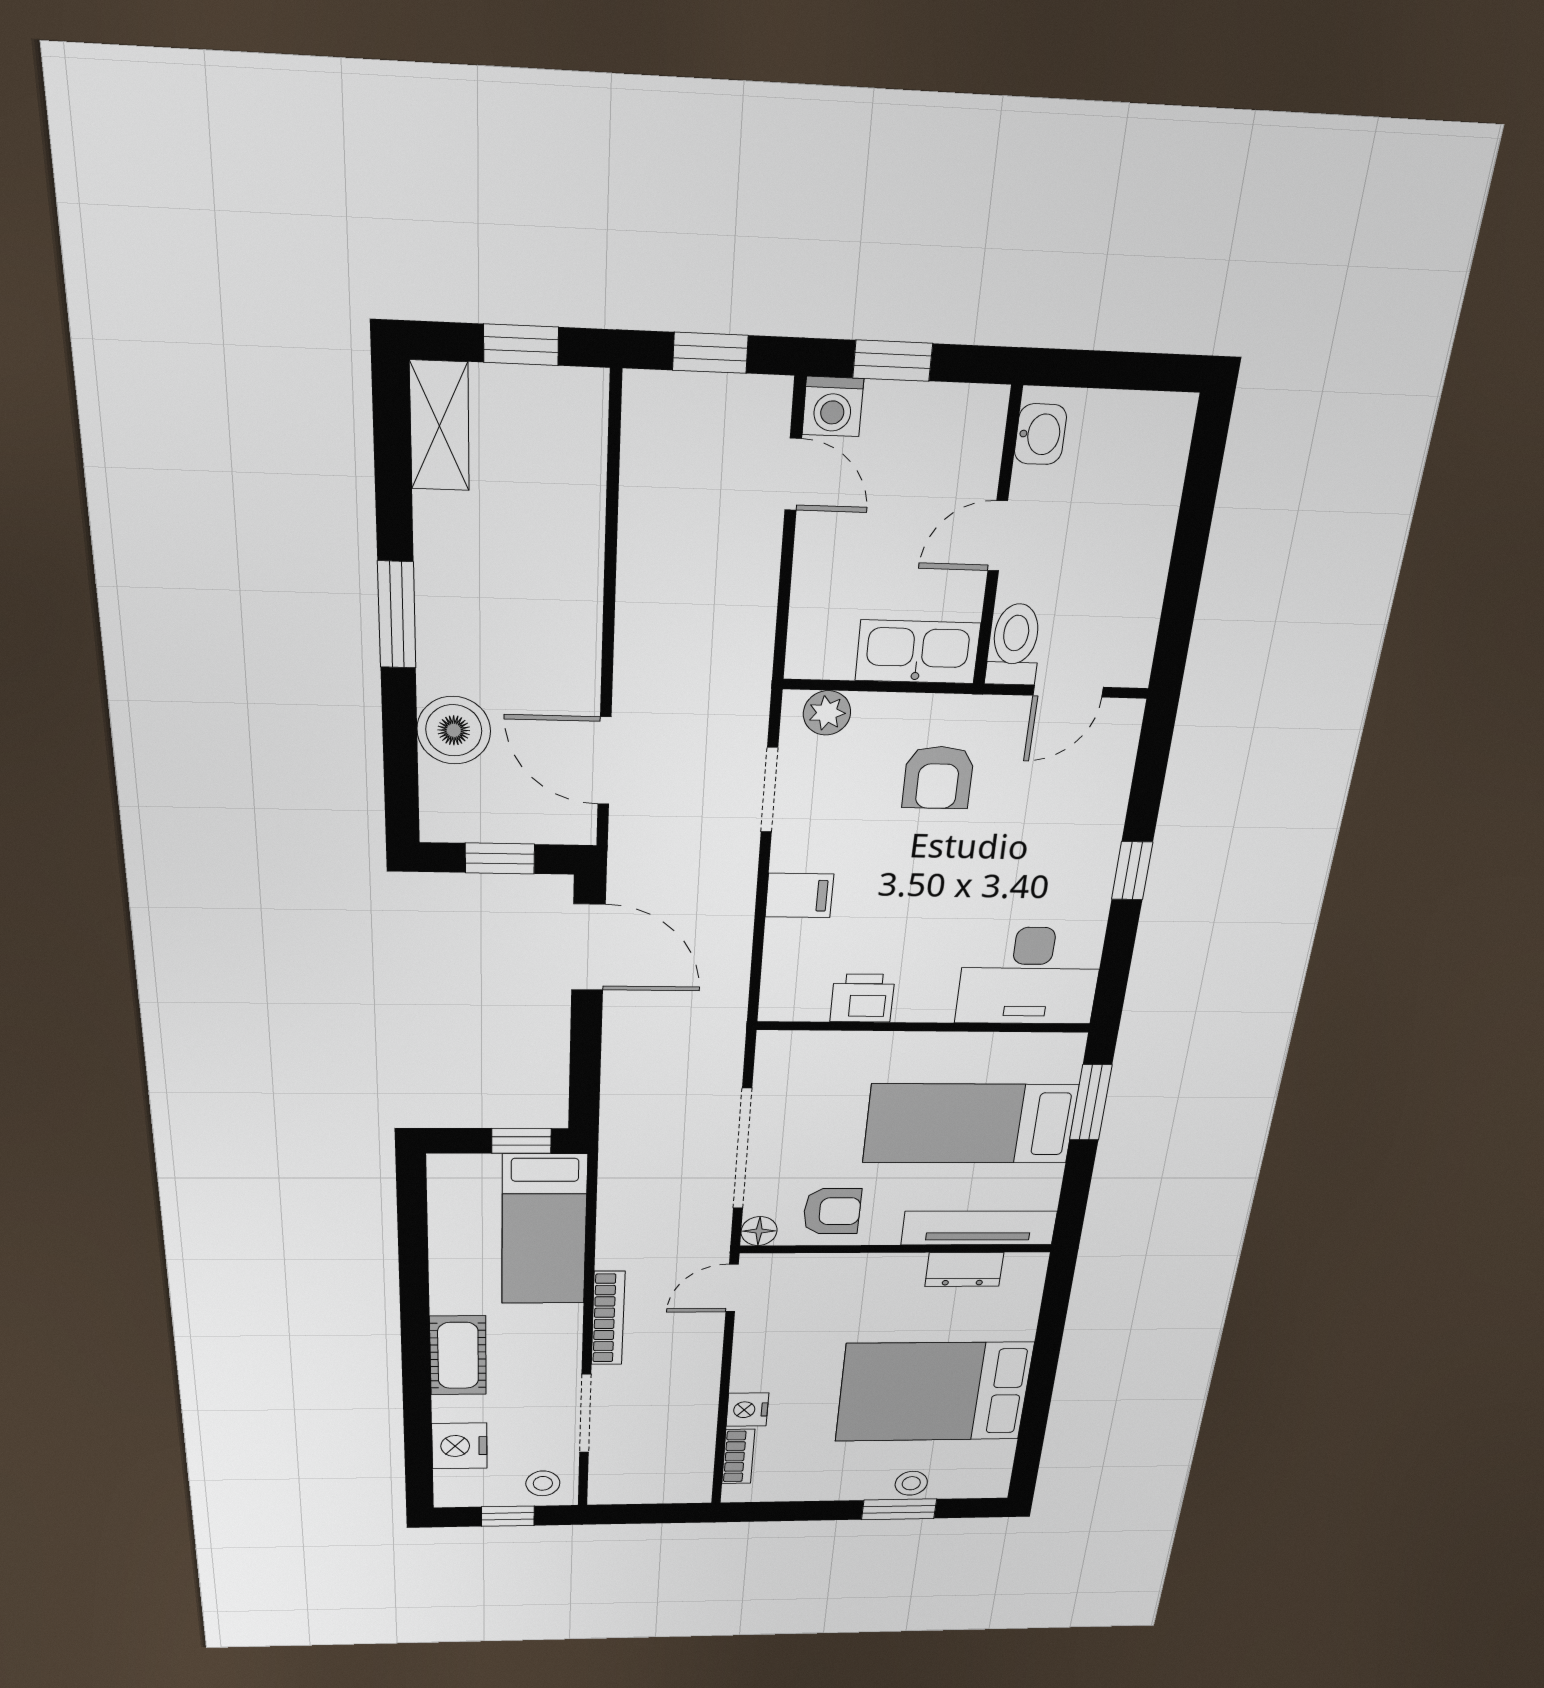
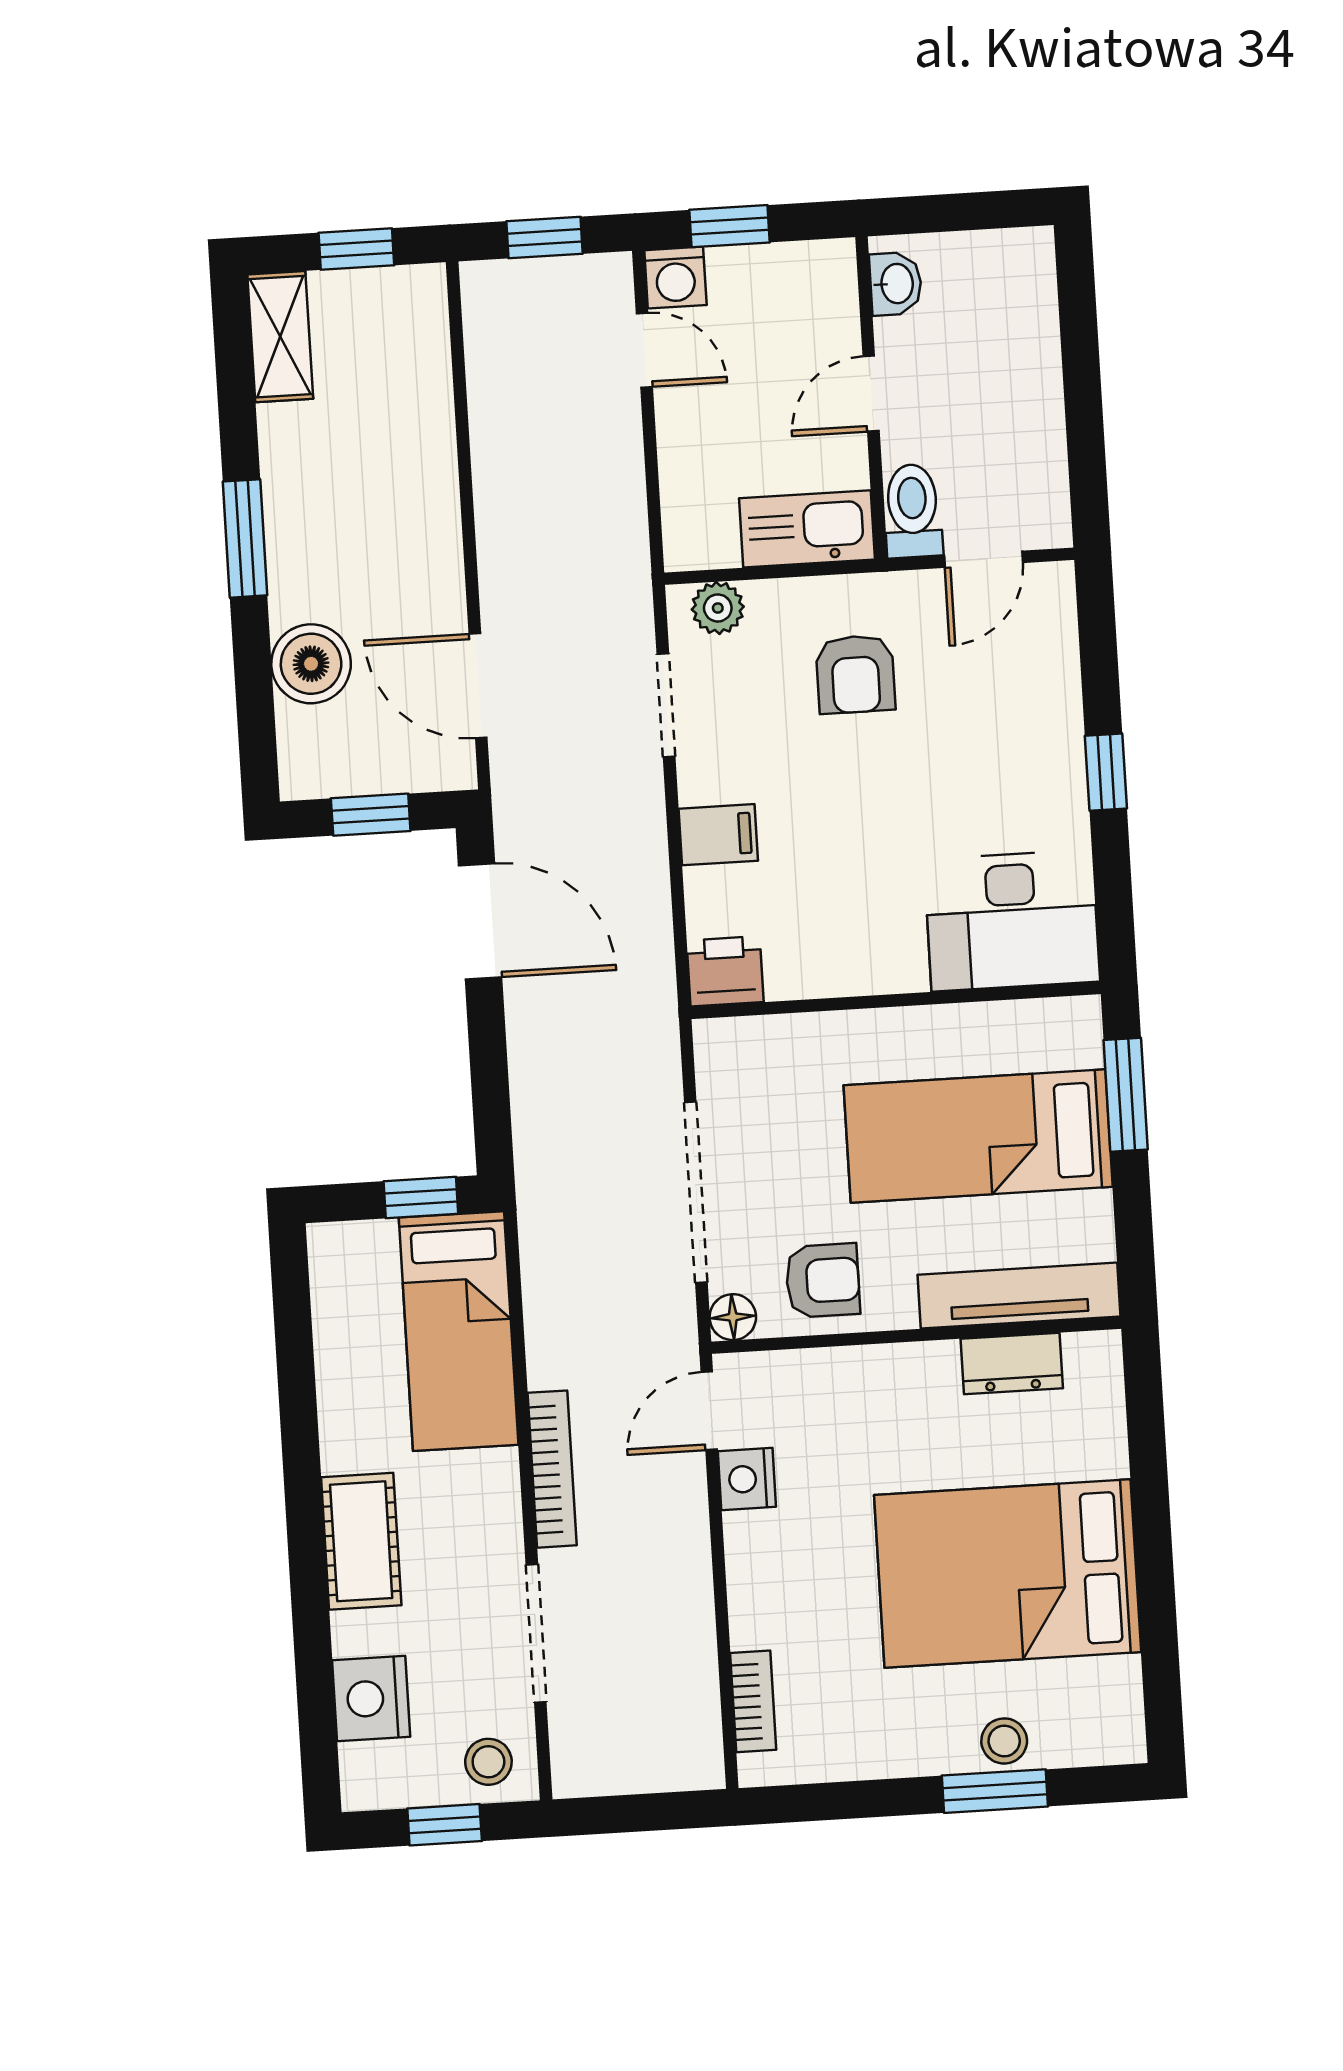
printer: (862, 998) -> (725, 971), moved
nightstand: (747, 1410) -> (747, 1479), moved

